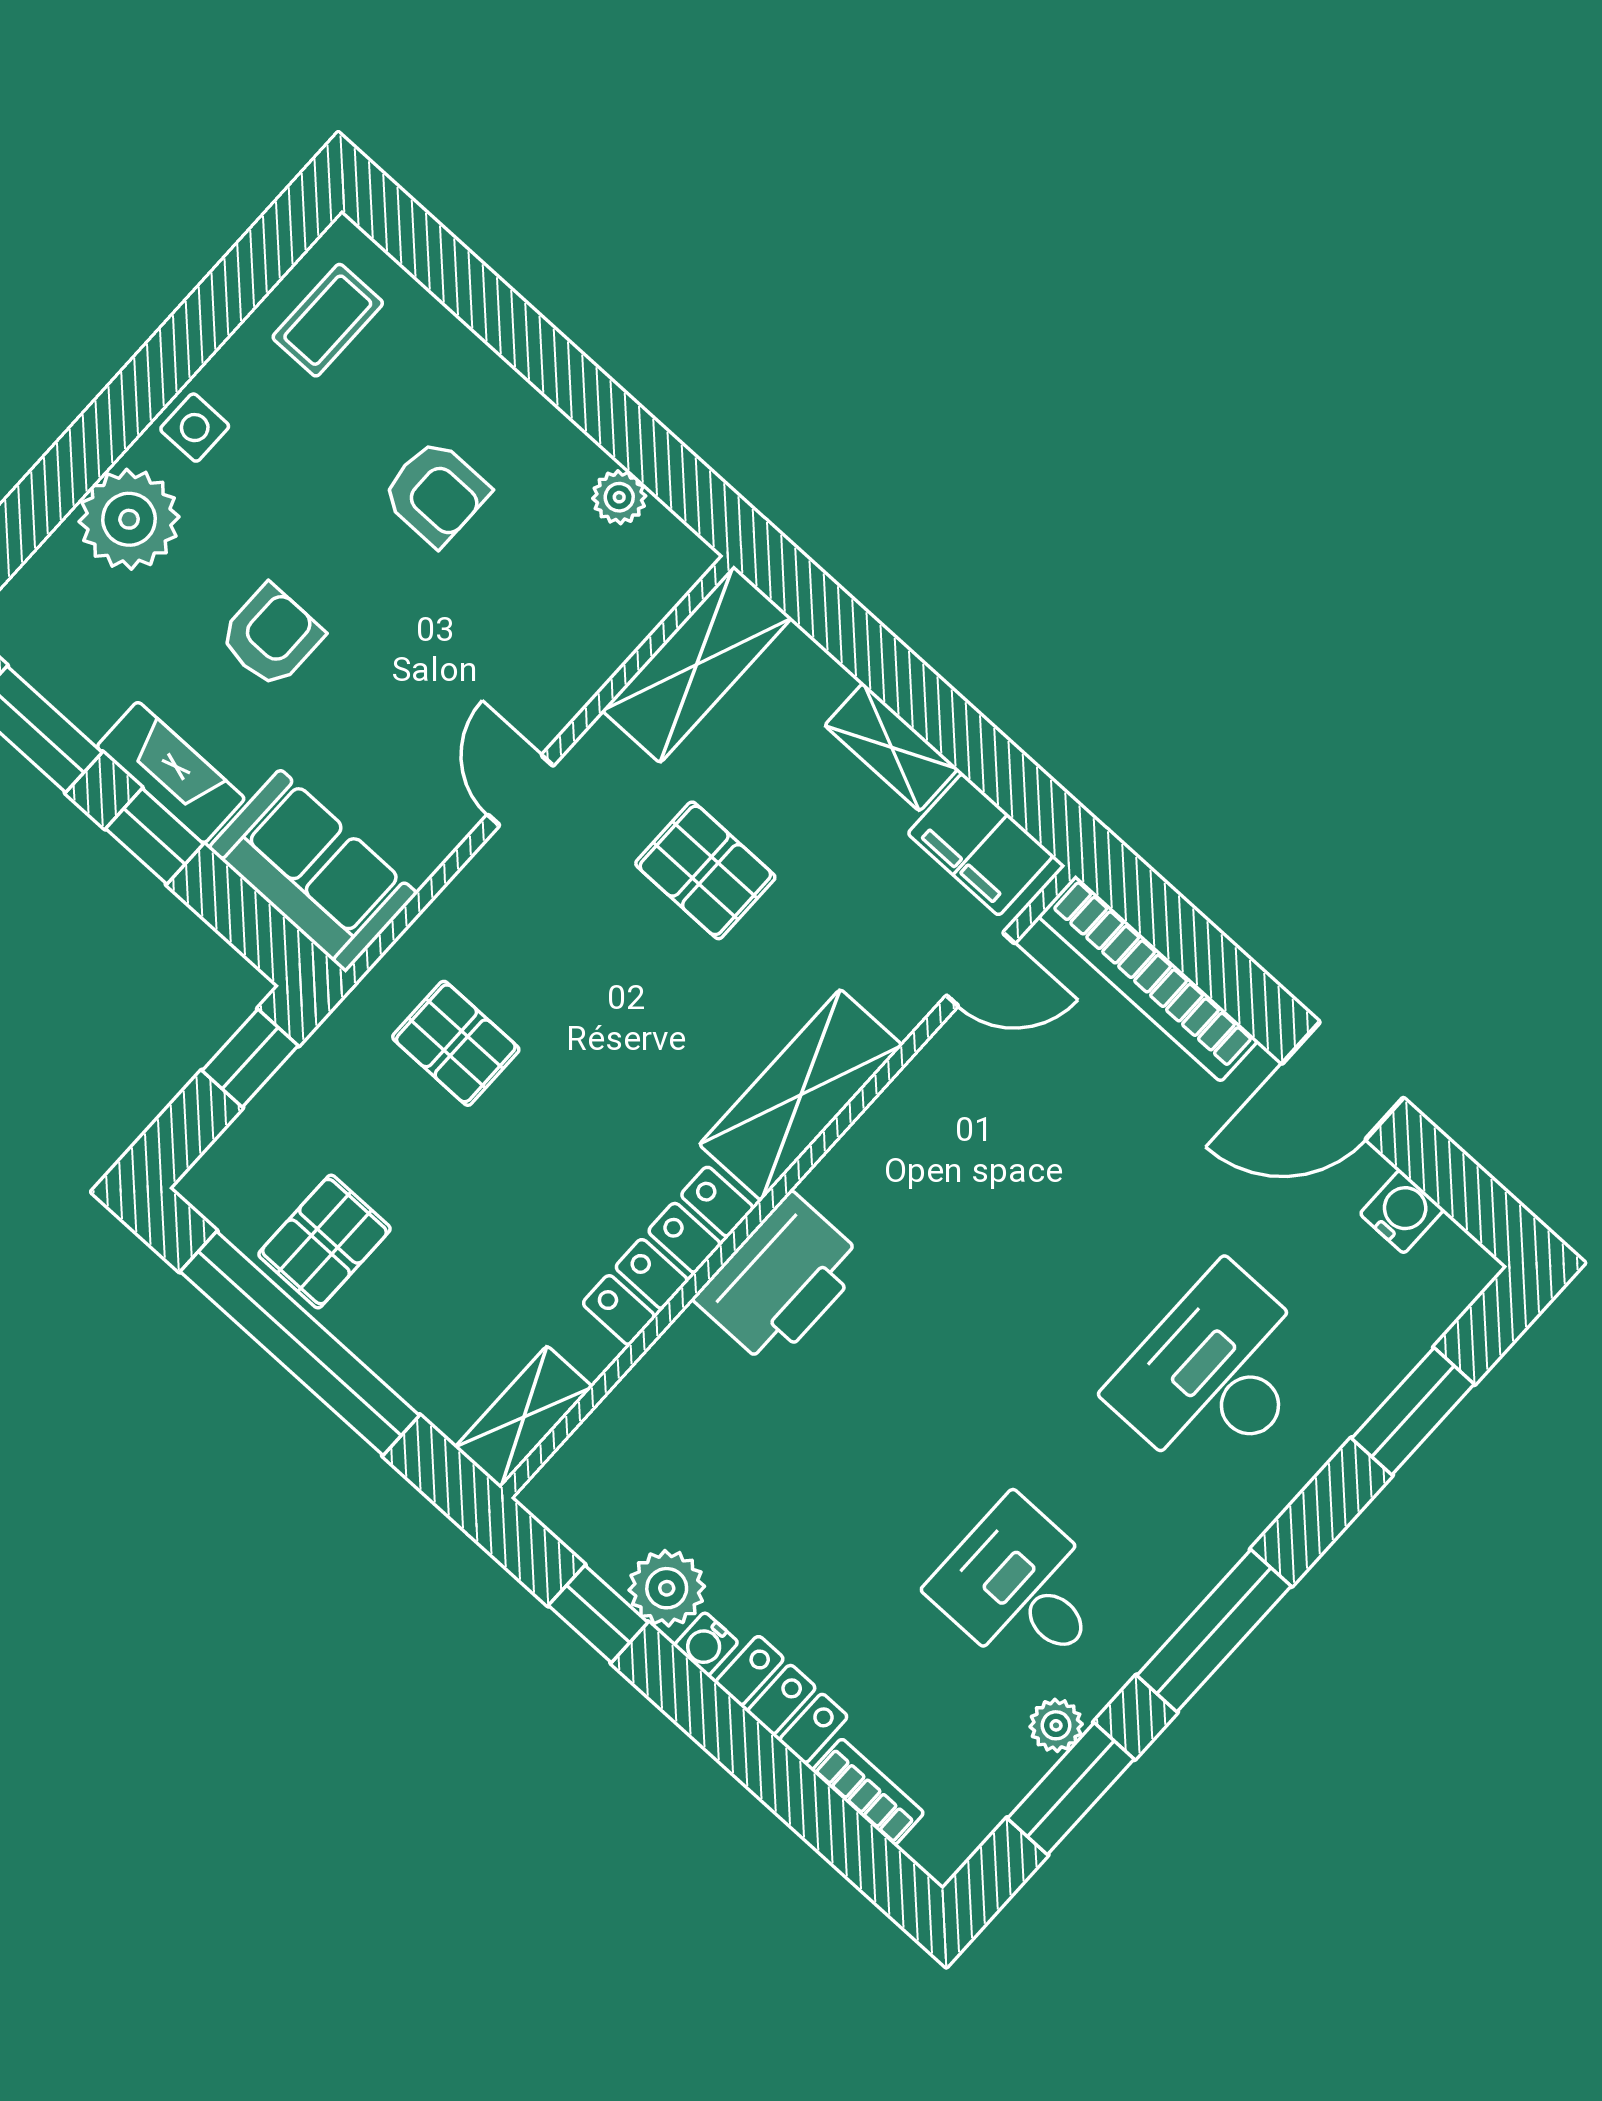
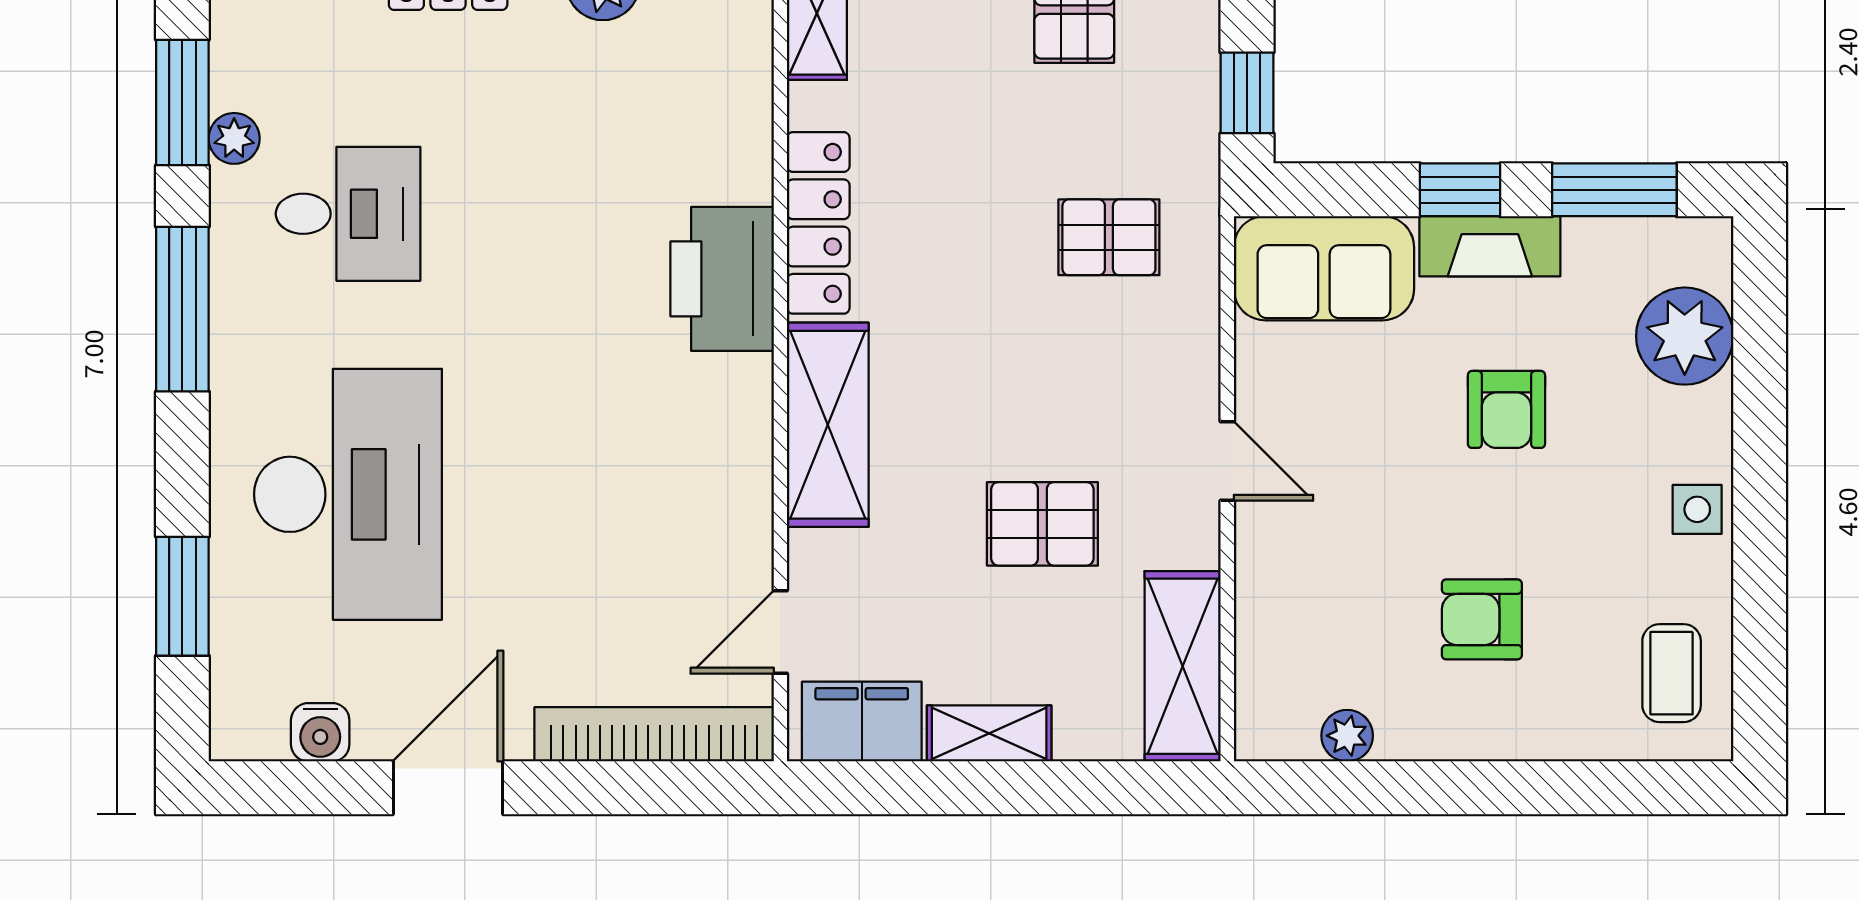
plant: (129, 519) -> (1685, 336), moved
desk: (1216, 1374) -> (348, 494), width x1.36, depth x1.30

